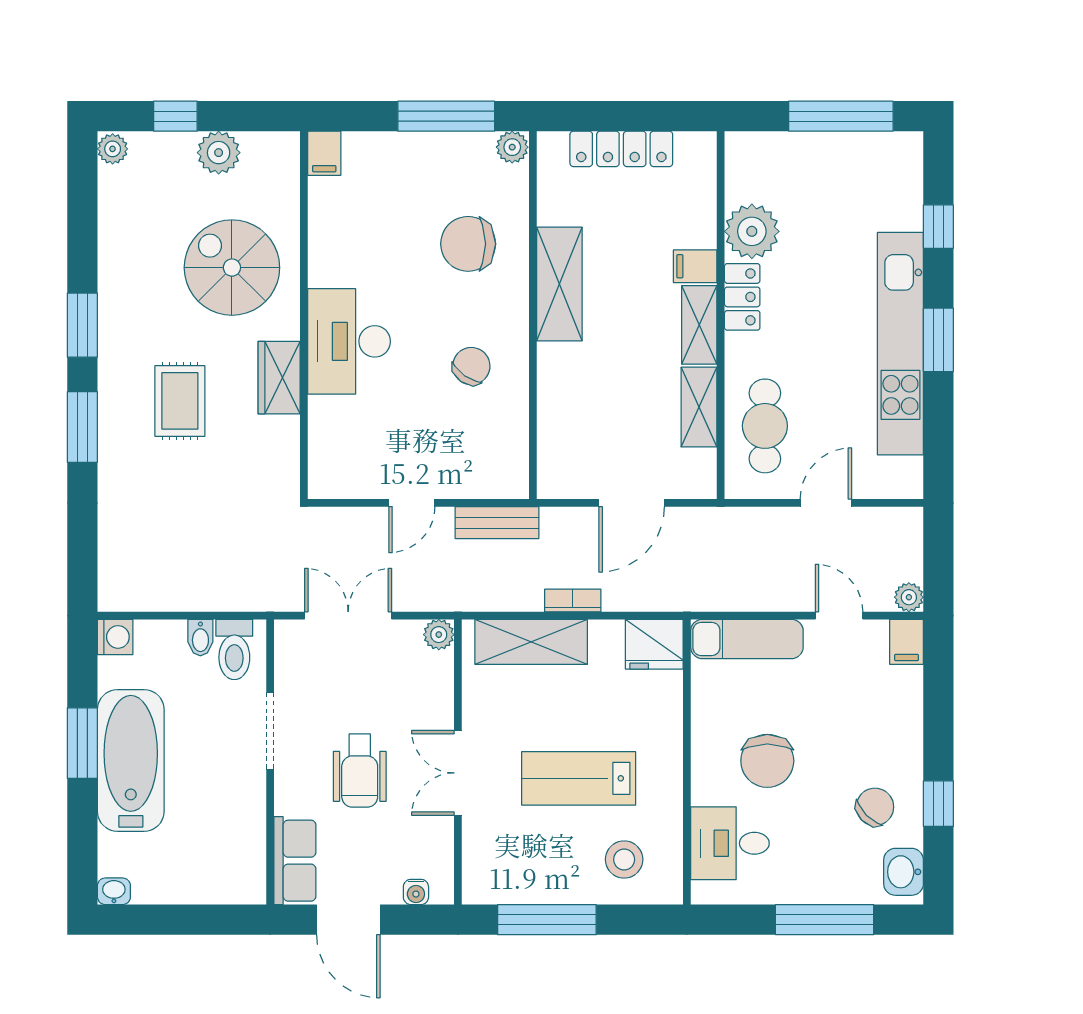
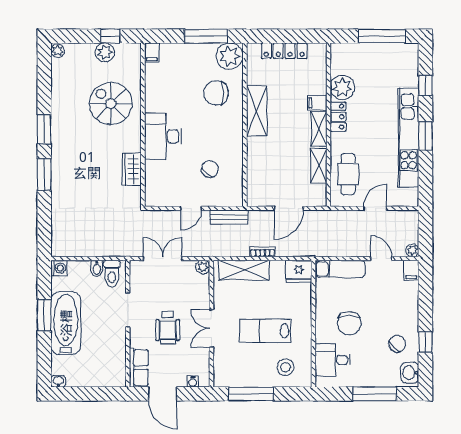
window: (175, 116) -> (110, 36), moved
plant: (512, 147) -> (229, 56), width x1.88, depth x1.88
chair: (471, 366) -> (210, 169), moved
wardrobe: (279, 378) -> (132, 169), moved
rug: (180, 401) -> (88, 163), removed

